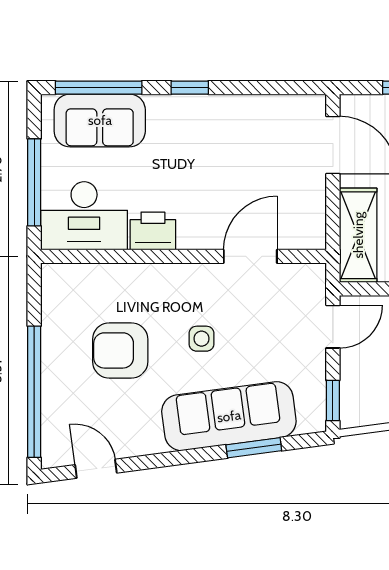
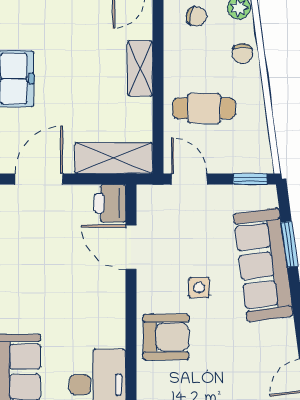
printer: (153, 231) -> (110, 203), moved
armchair: (120, 350) -> (166, 337), moved, turned -90

